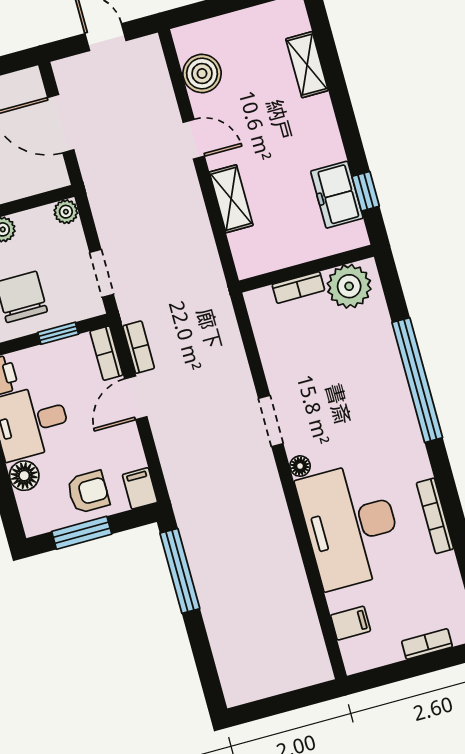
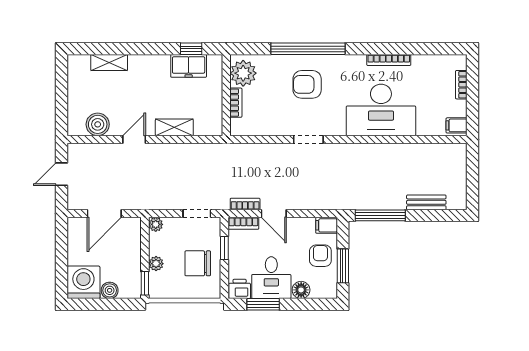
armchair: (359, 395) -> (307, 84), added
floor lamp: (300, 466) -> (339, 130), removed
filing cabinet: (351, 623) -> (457, 125), moved, turned -90
bench: (221, 640) -> (426, 202), added

